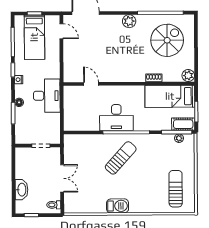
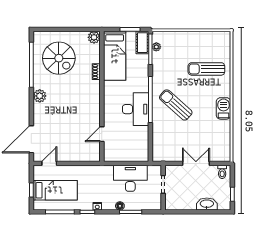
spiral stairs: (167, 40) -> (59, 58), turned 180
desk: (47, 96) -> (130, 178), moved
sun lounger: (176, 189) -> (206, 69), moved

